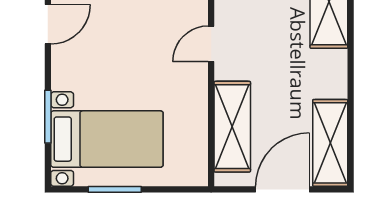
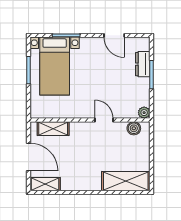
shelving: (232, 127) -> (53, 129), width x0.67, depth x0.75
shelving: (330, 143) -> (45, 184), width x0.67, depth x0.75

